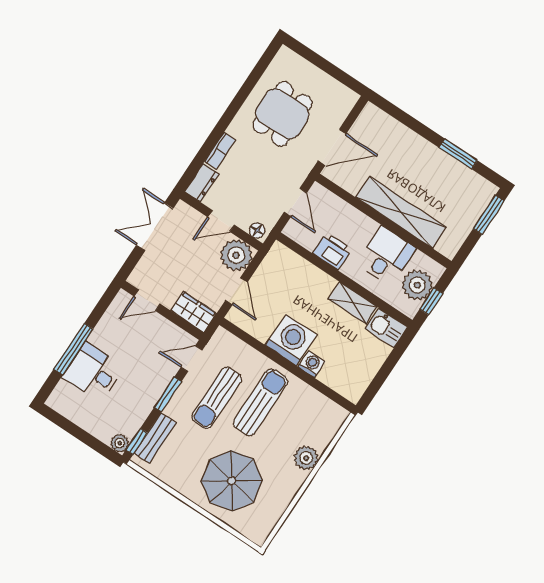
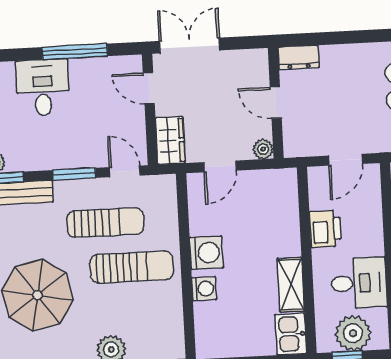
bookcase: (220, 151) -> (341, 52), removed
double door: (155, 227) -> (189, 46), moved
floor lamp: (257, 231) -> (292, 143), removed
plant: (236, 255) -> (263, 149), width x0.53, depth x0.53
washing machine: (291, 340) -> (206, 253), width x0.73, depth x0.73
window: (73, 349) -> (75, 52), moved
sun lounger: (217, 398) -> (105, 223), turned 180

